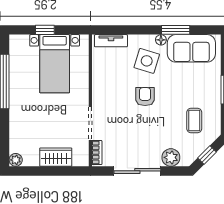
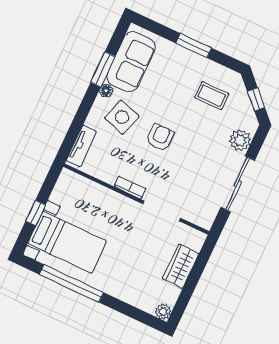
bed with nightstands: (55, 64) -> (67, 242), moved
armchair: (145, 97) -> (160, 137), turned 90
bookcase: (97, 153) -> (130, 188), moved

